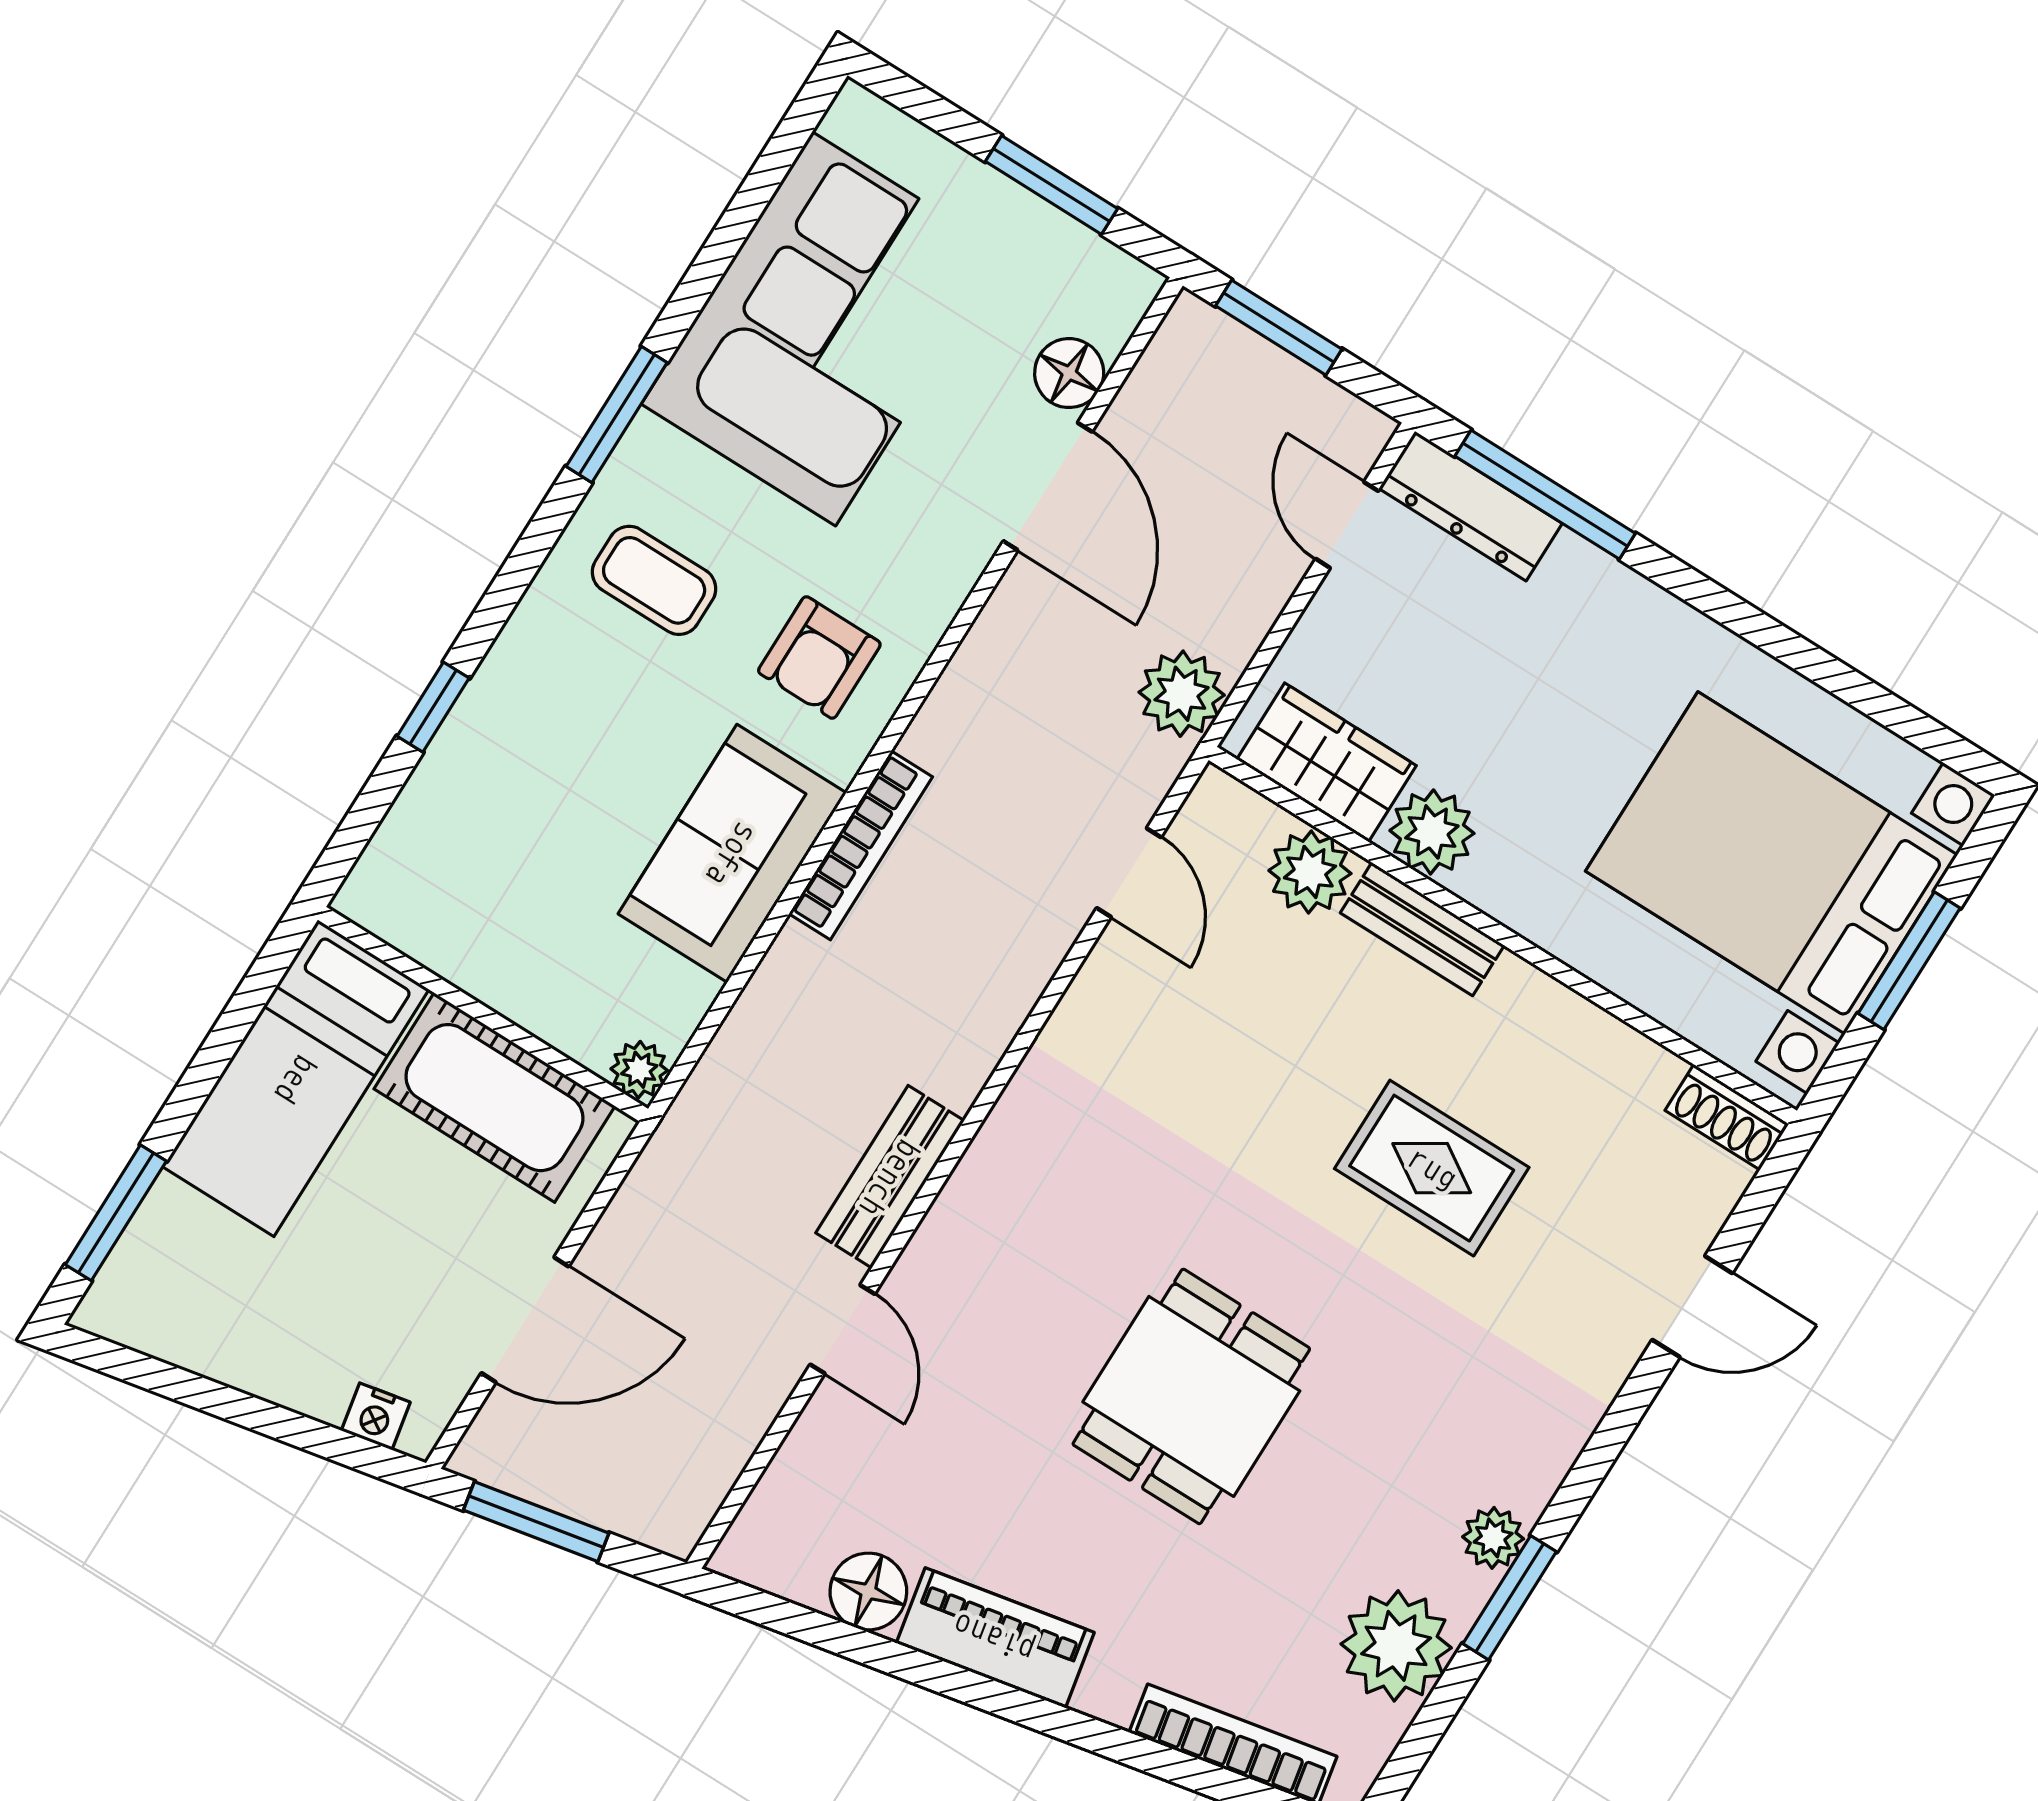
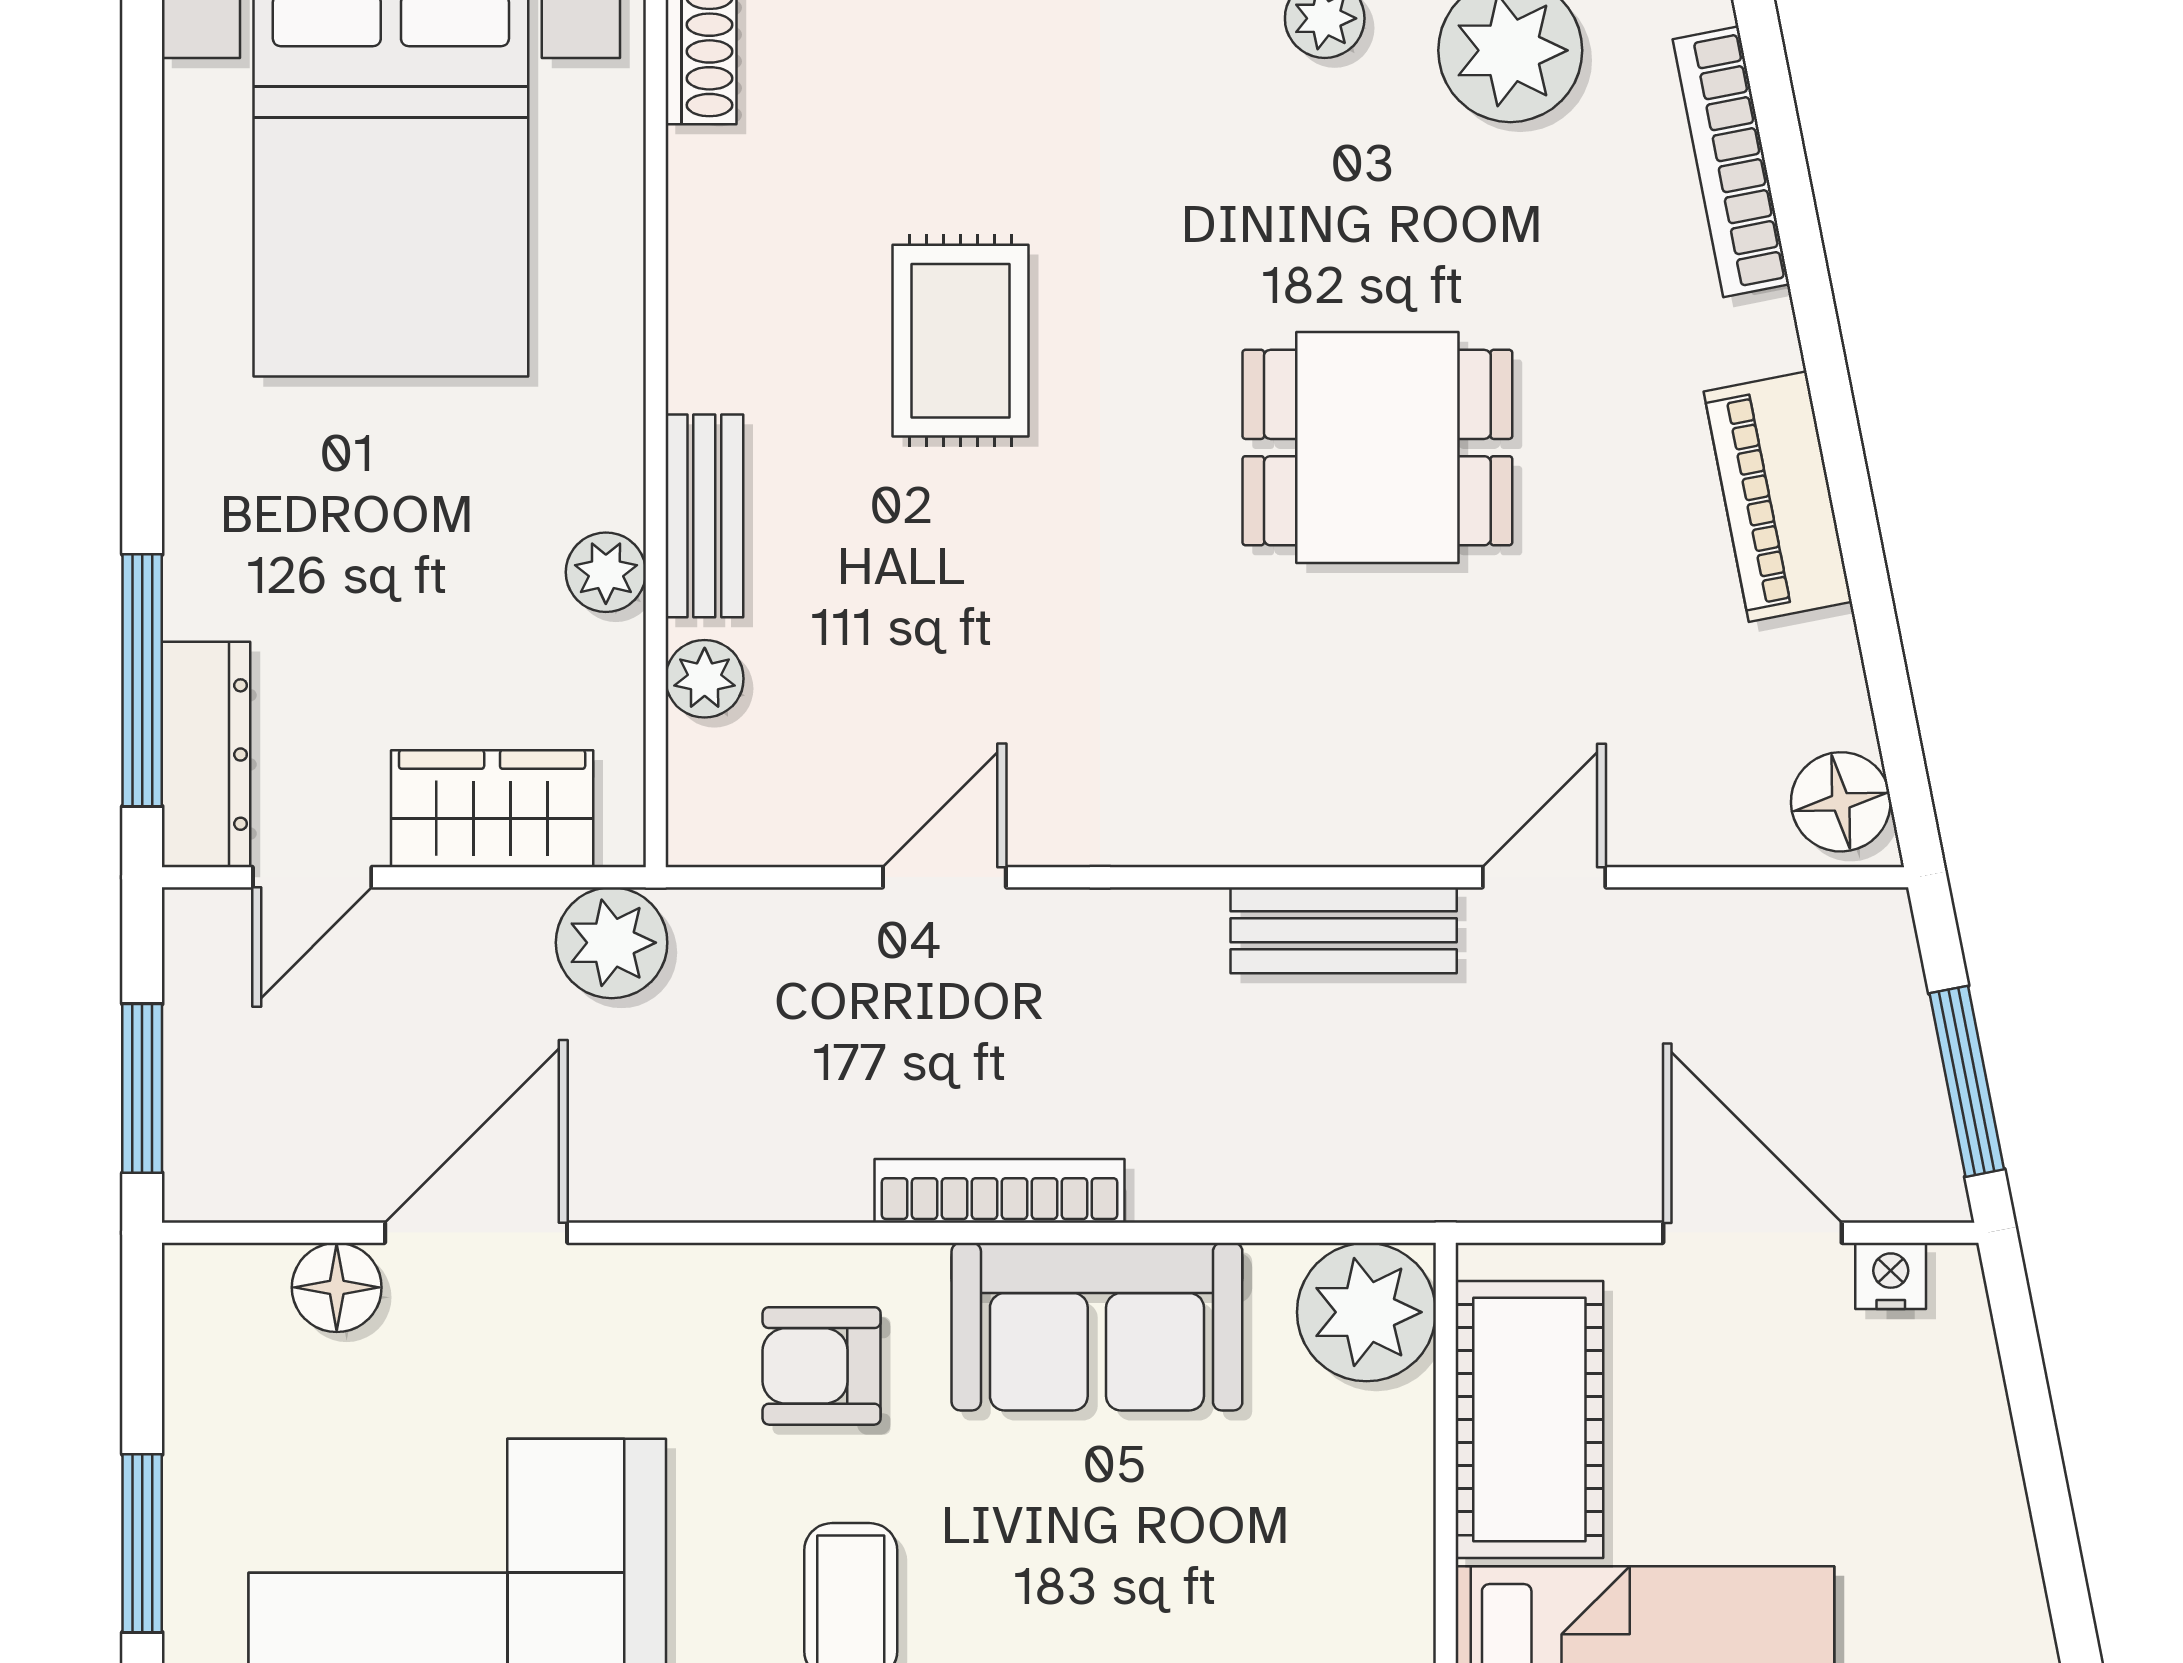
window: (1052, 185) -> (142, 1543), moved
armchair: (819, 657) -> (822, 1366), turned 180
wardrobe: (1327, 762) -> (492, 809), moved, turned 90
plant: (1432, 832) -> (606, 572), width x0.73, depth x0.73
plant: (1310, 872) -> (705, 679), width x0.73, depth x0.73
door: (1129, 873) -> (944, 877), moved
plant: (639, 1070) -> (1366, 1312), width x1.88, depth x1.88
nightstand: (376, 1416) -> (1891, 1276), moved, turned -79
floor lamp: (868, 1591) -> (1841, 802), moved

